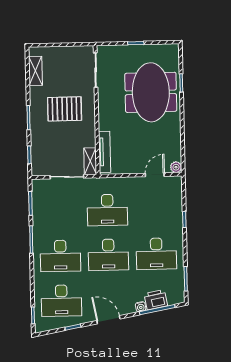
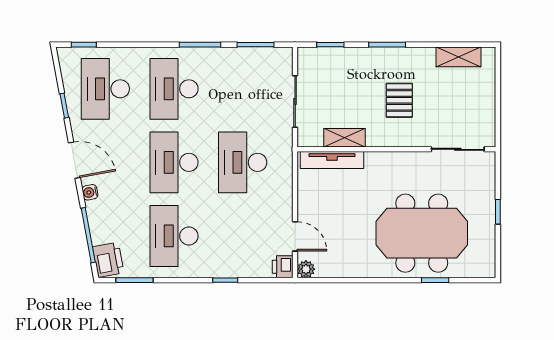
pallet: (65, 109) -> (399, 100), width x0.67, depth x0.71
shelving: (90, 161) -> (345, 138), moved
printer: (175, 182) -> (283, 267), added
printer: (156, 300) -> (108, 260), moved
water cooler: (141, 307) -> (90, 192), moved
door: (108, 320) -> (74, 160), hinge flipped

